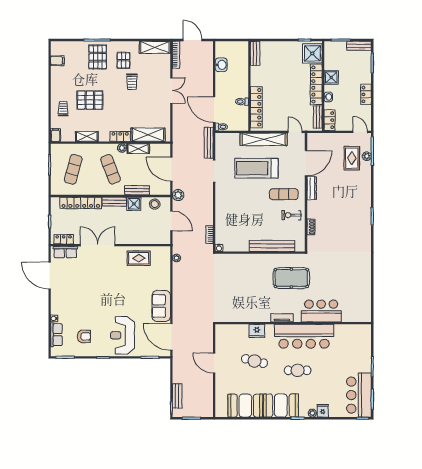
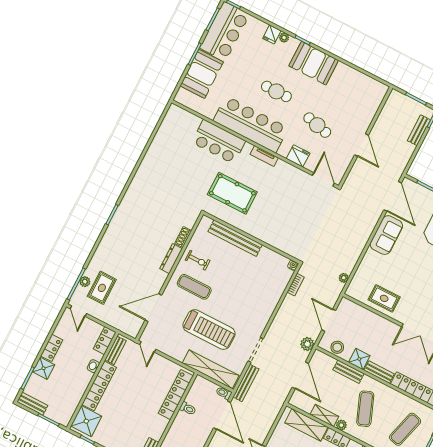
shower: (331, 77) -> (44, 368), moved
shelving: (264, 139) -> (211, 369), moved
dresser: (312, 188) -> (171, 259), moved
door: (229, 323) -> (323, 179), added
booth: (245, 406) -> (202, 74), moved, turned 90

